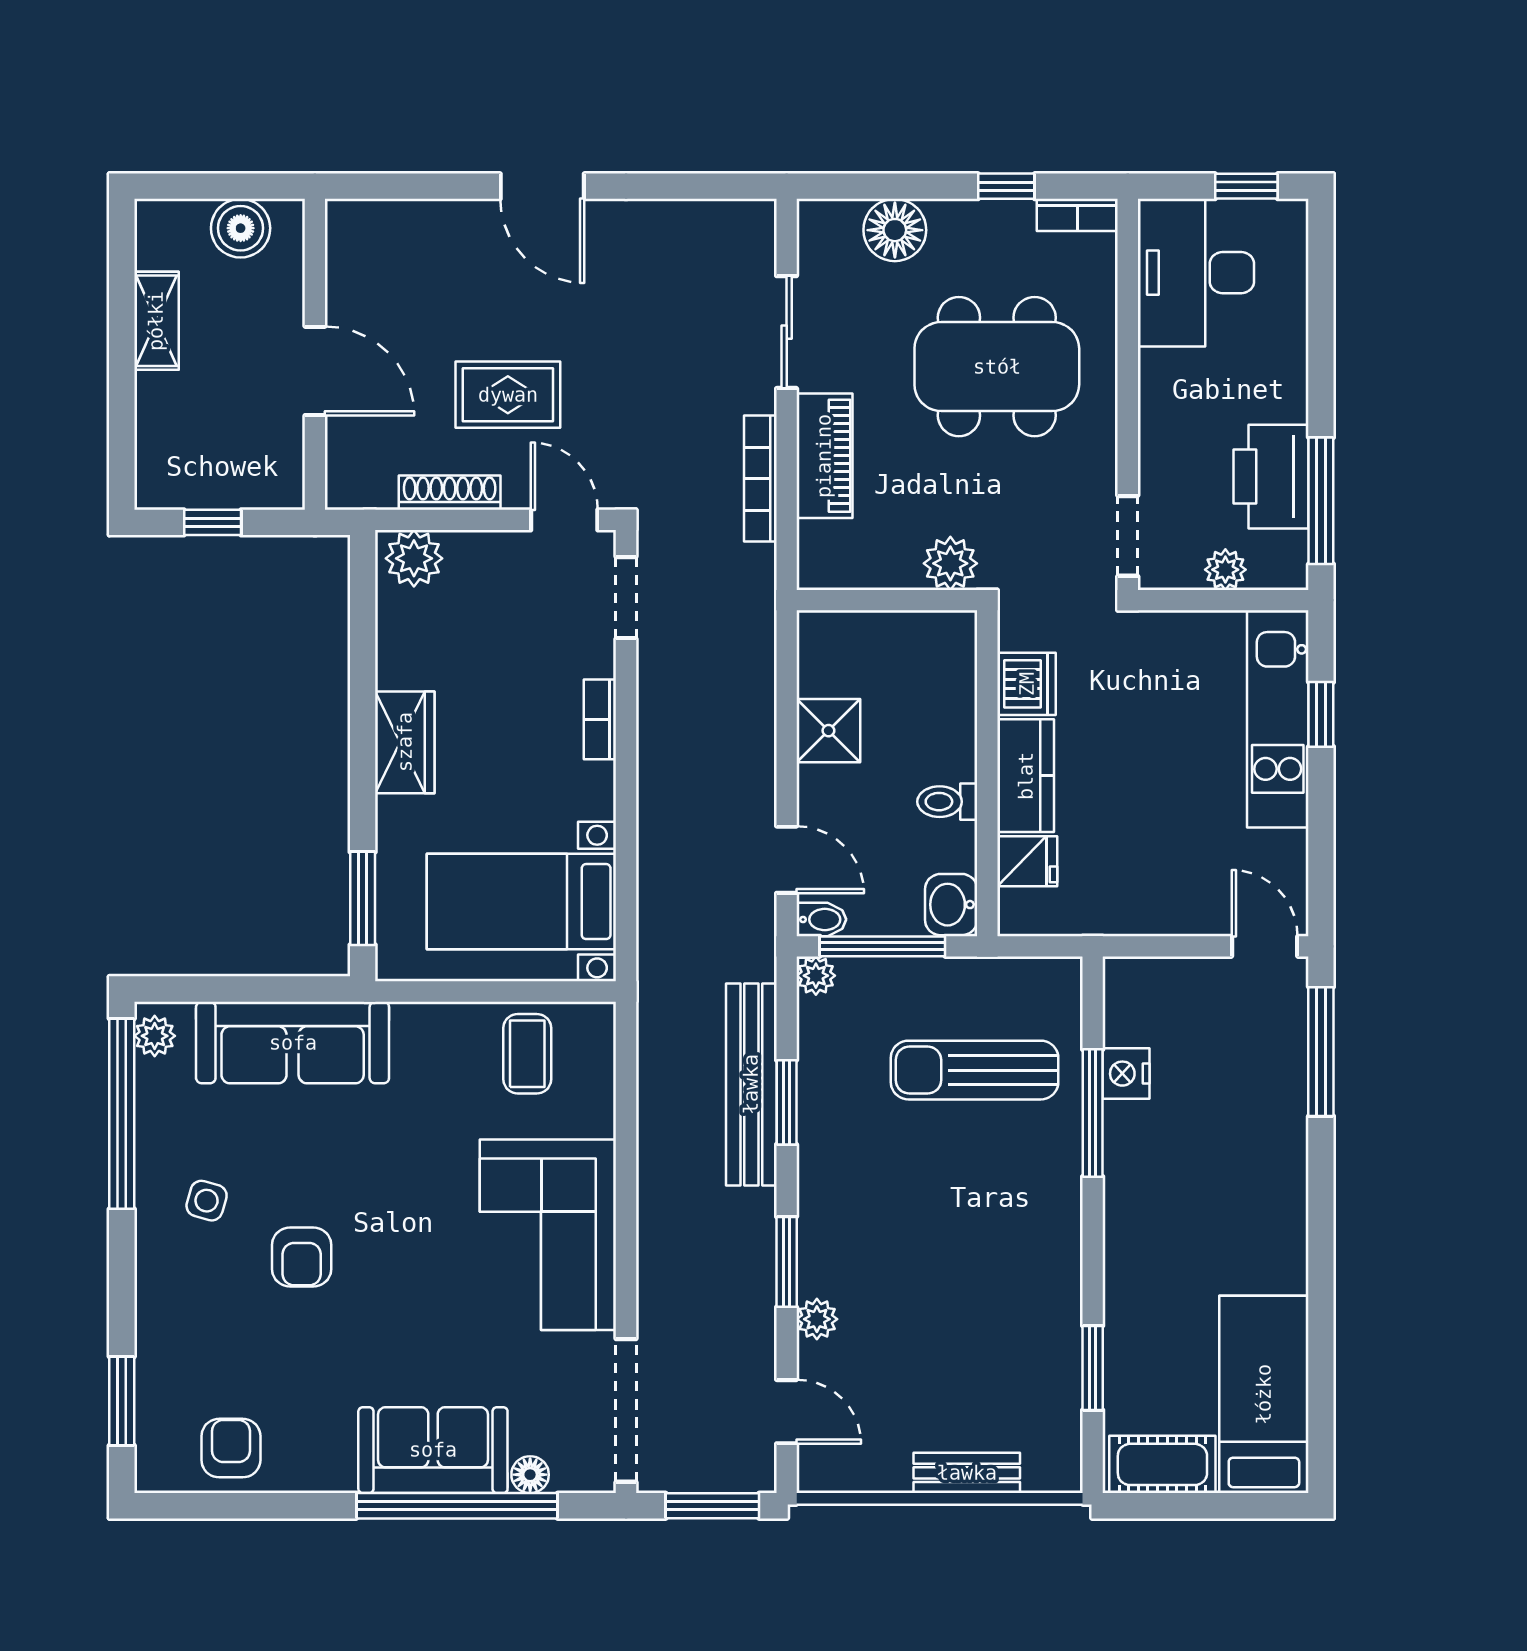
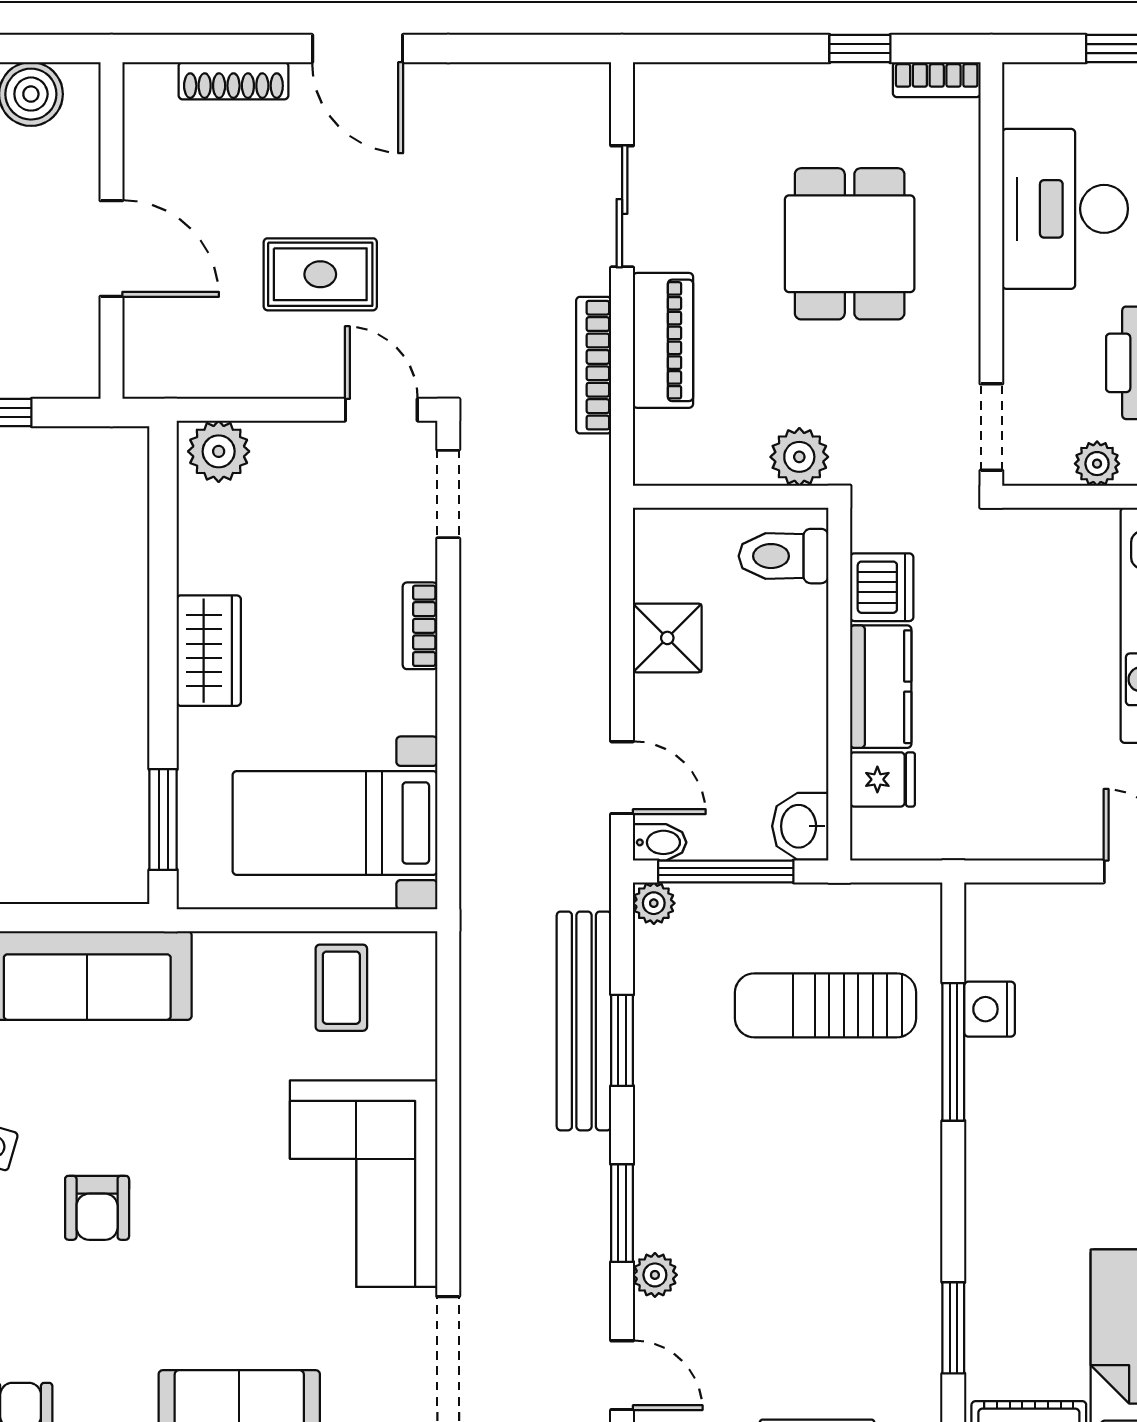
floor lamp: (895, 230) -> (739, 96), removed
desk: (1196, 273) -> (1065, 209), moved
dining table: (997, 367) -> (850, 244), width x0.73
shoe rack: (450, 493) -> (233, 81), moved, turned 180
toilet: (947, 802) -> (784, 556), moved, width x1.37, depth x1.39

